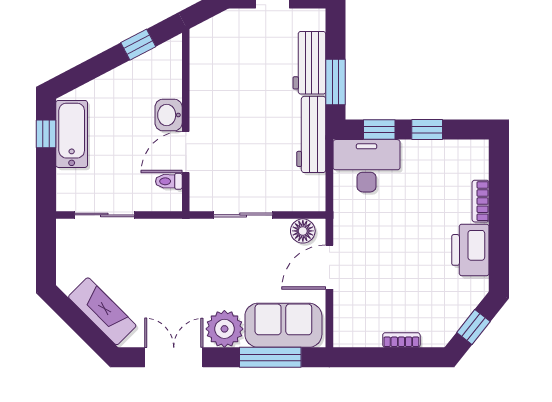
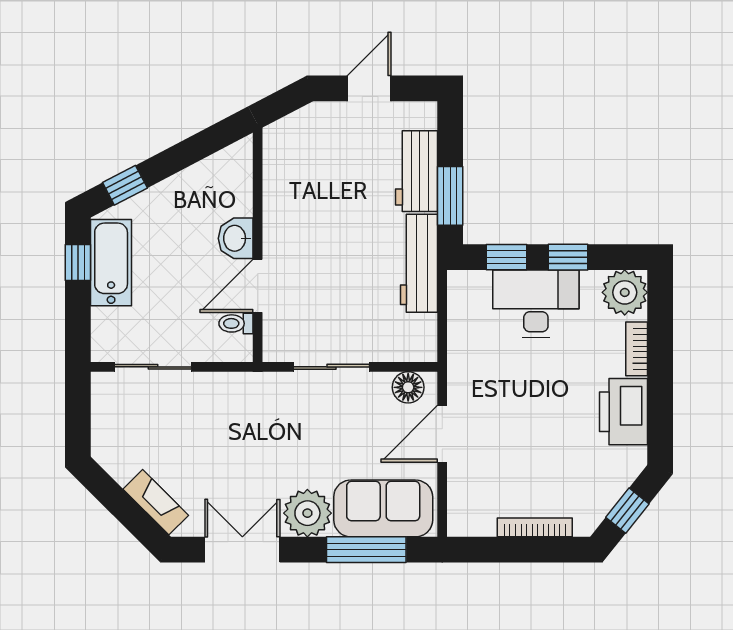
window: (138, 45) -> (125, 185), moved
plant: (471, 157) -> (625, 292), added
desk: (367, 166) -> (536, 304), moved
fireplace: (102, 311) -> (156, 502), width x0.73, depth x0.76
bookcase: (401, 340) -> (535, 527), width x1.56

